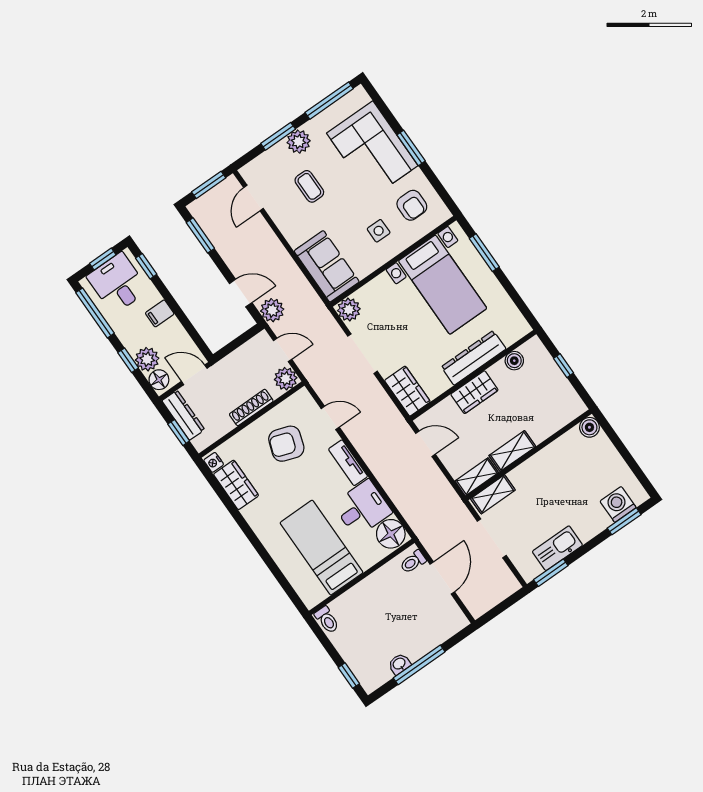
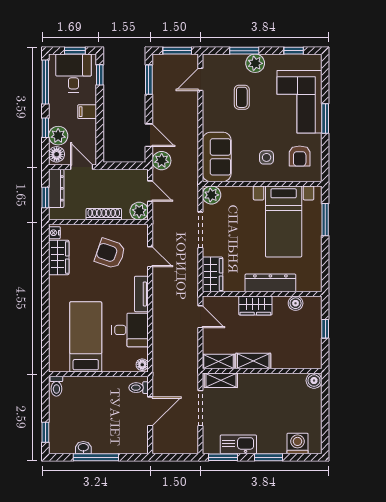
window: (329, 101) -> (294, 51), width x0.46
window: (624, 521) -> (269, 457), moved
floor lamp: (391, 534) -> (142, 365), width x0.53, depth x0.53

